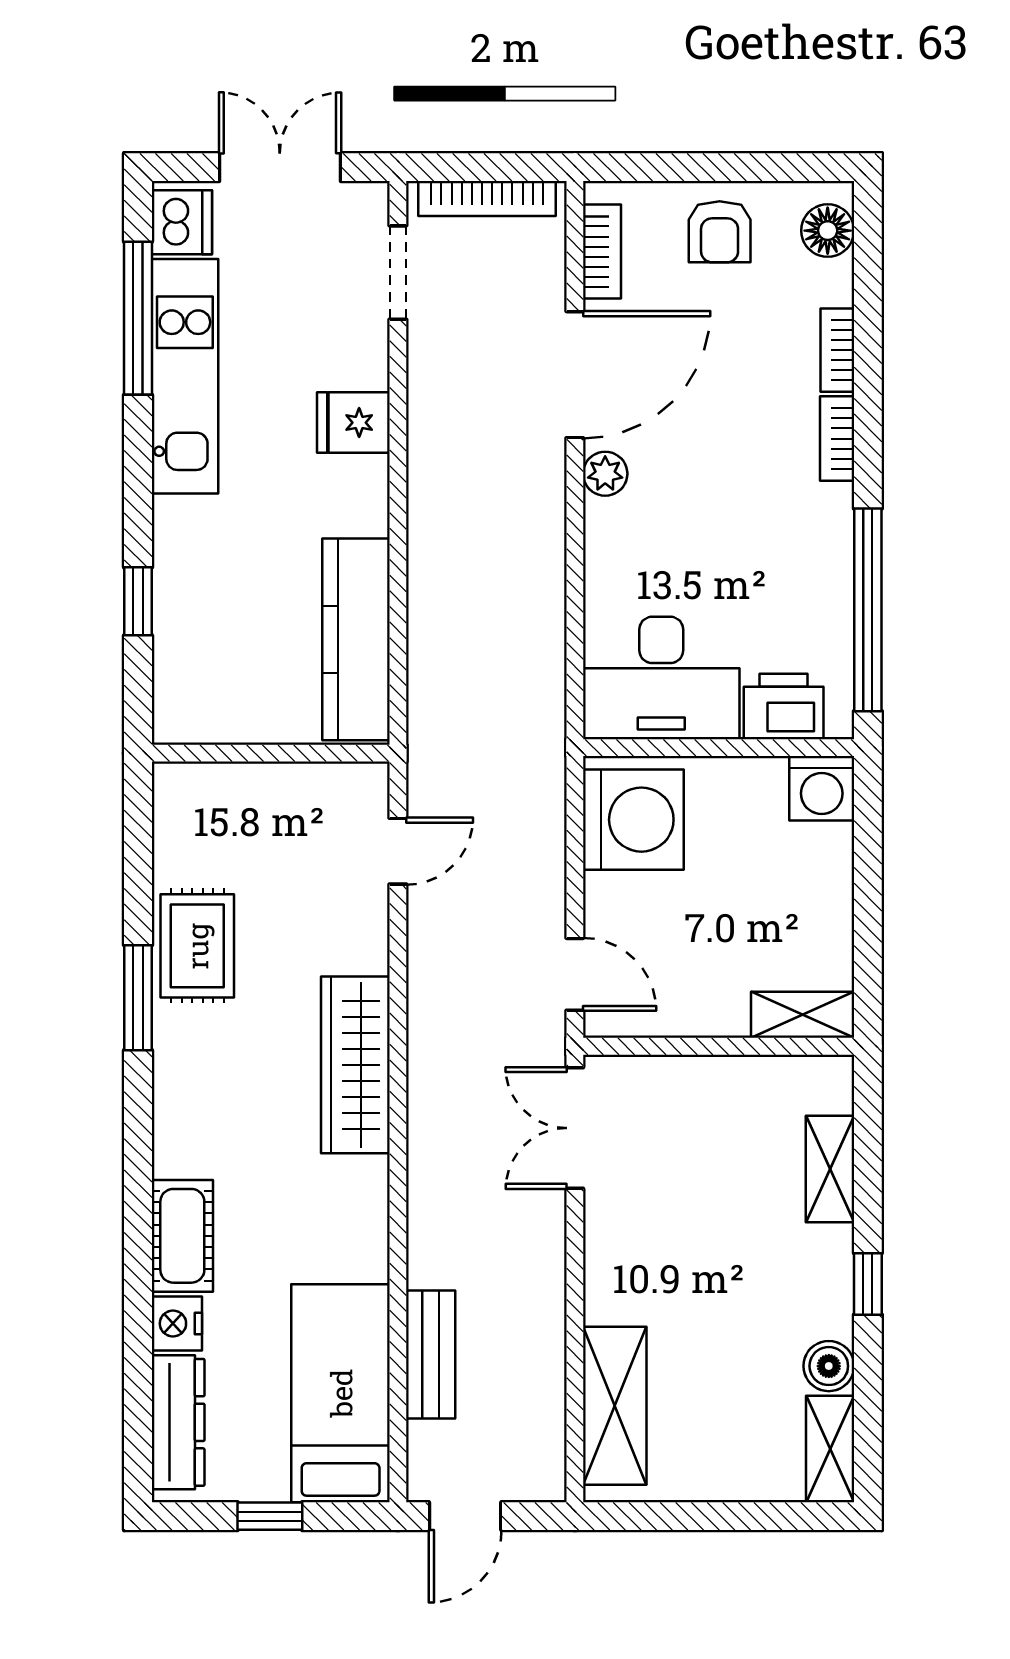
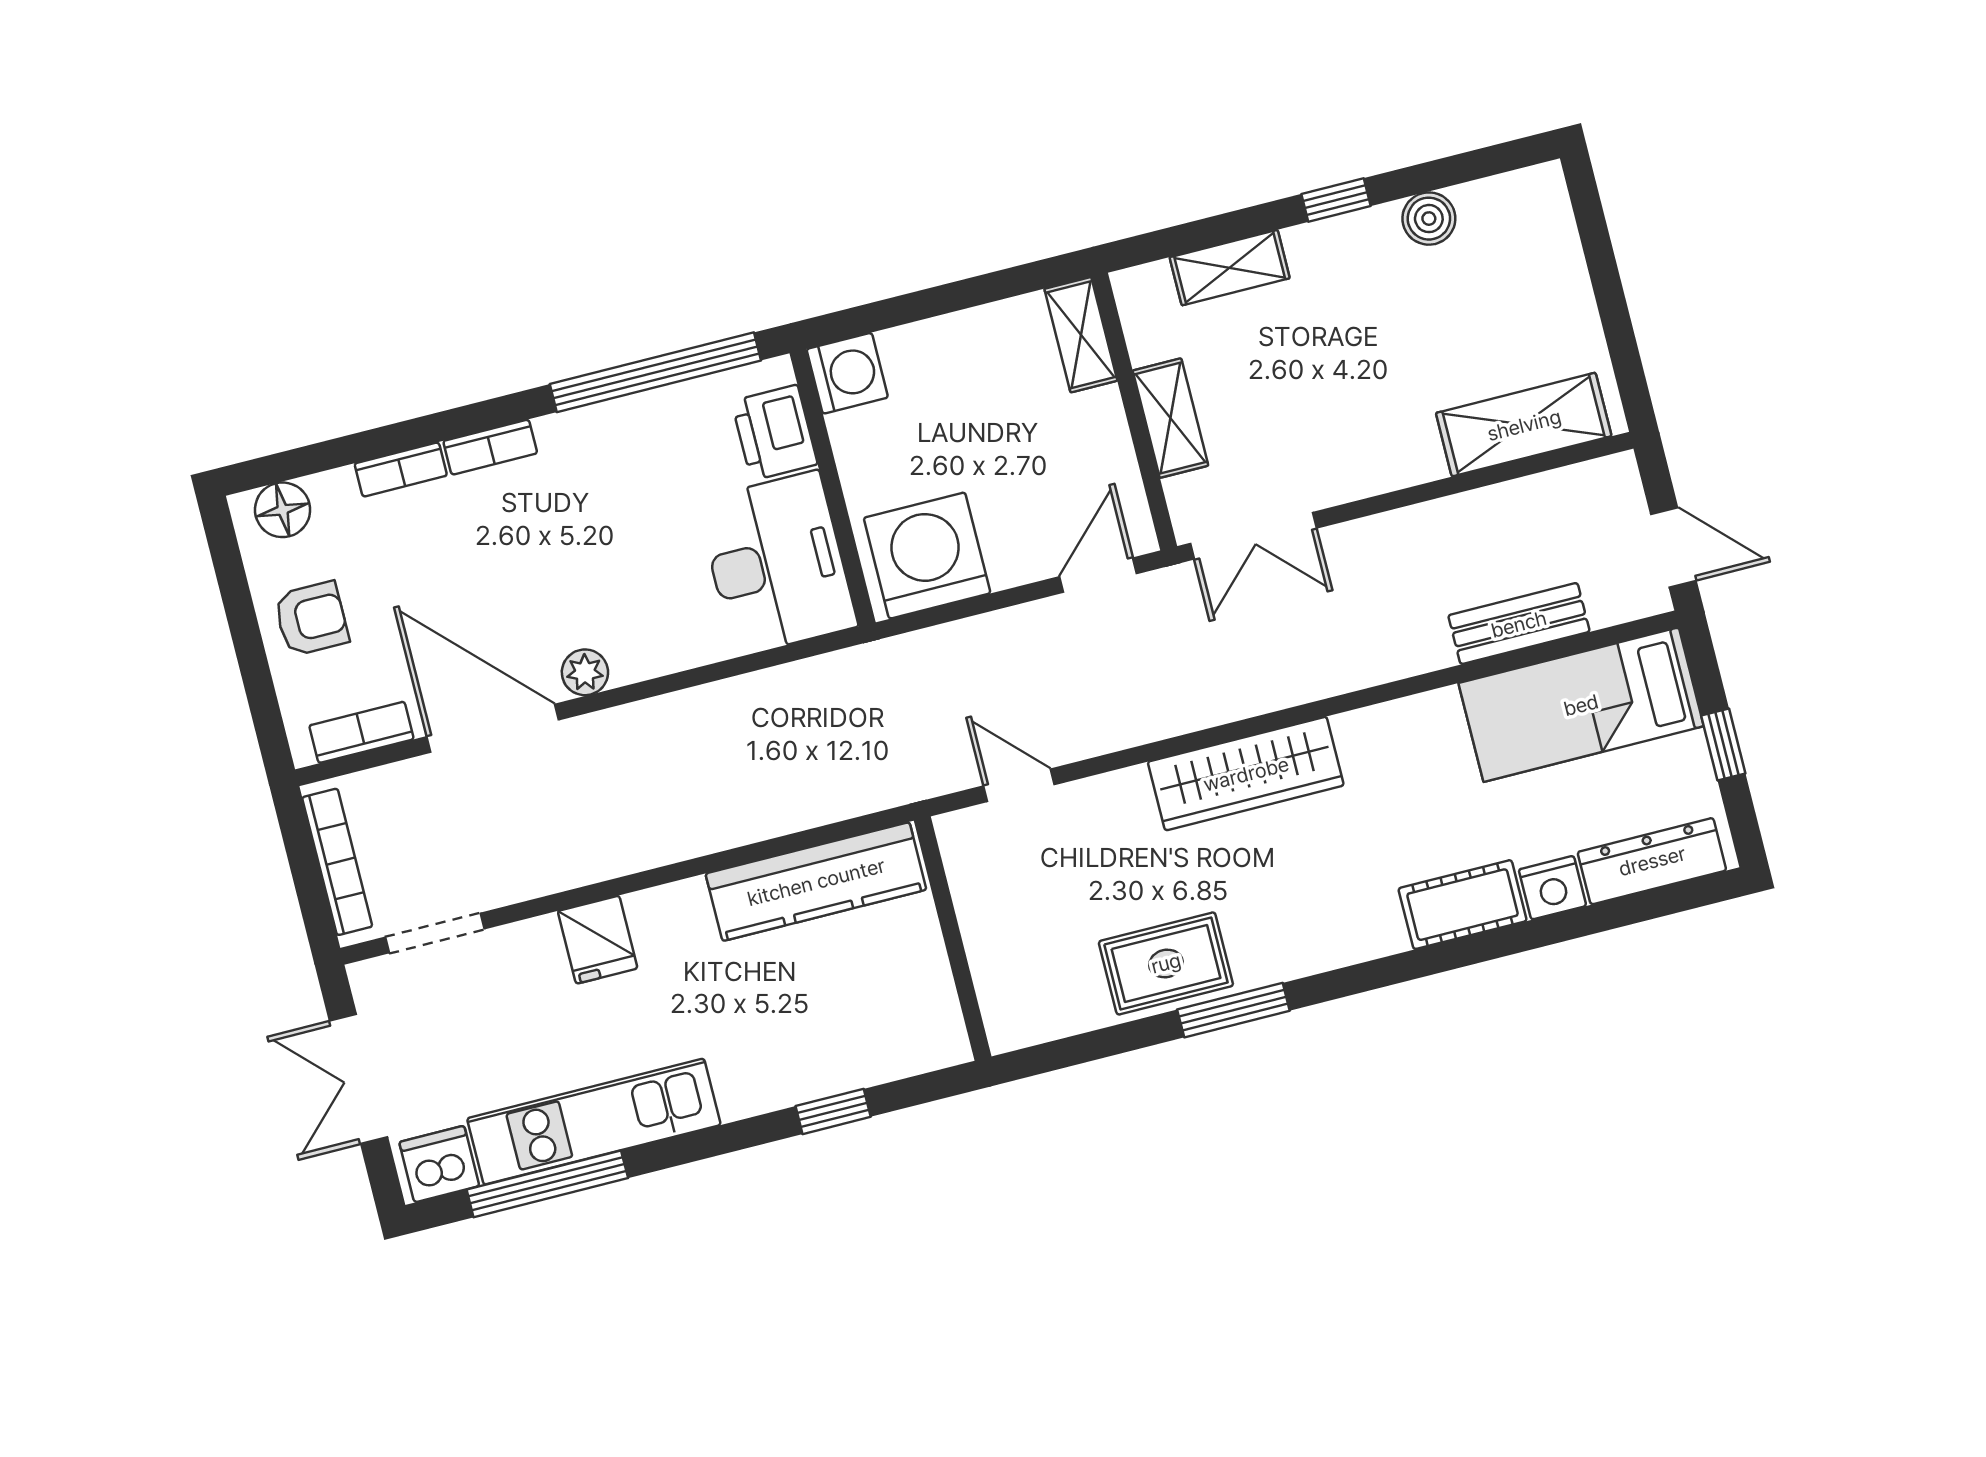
shelving: (830, 1449) -> (1170, 418), moved, turned 90

